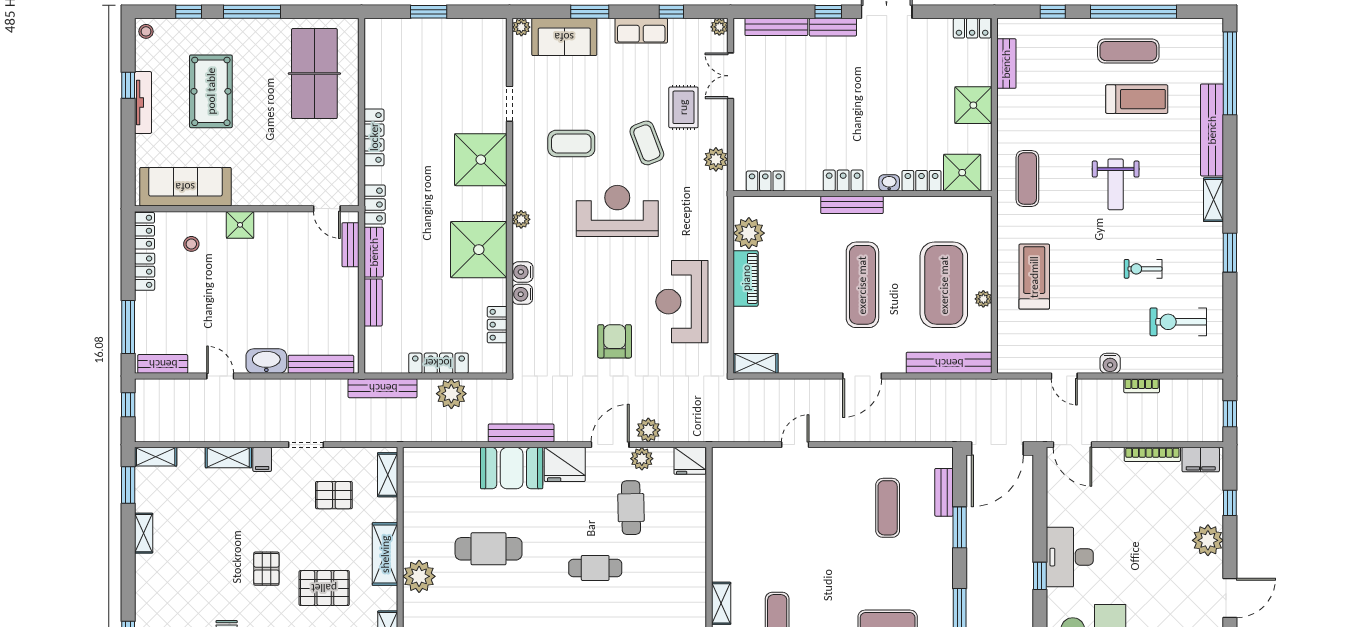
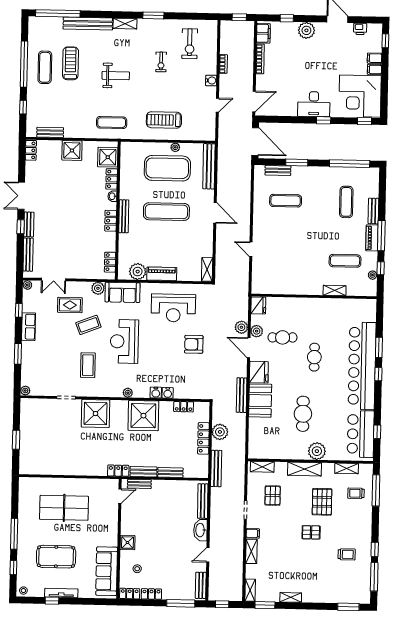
sofa: (564, 37) -> (122, 292), moved, turned 90
table tennis table: (314, 74) -> (64, 508), moved
locker: (374, 137) -> (82, 470), removed

